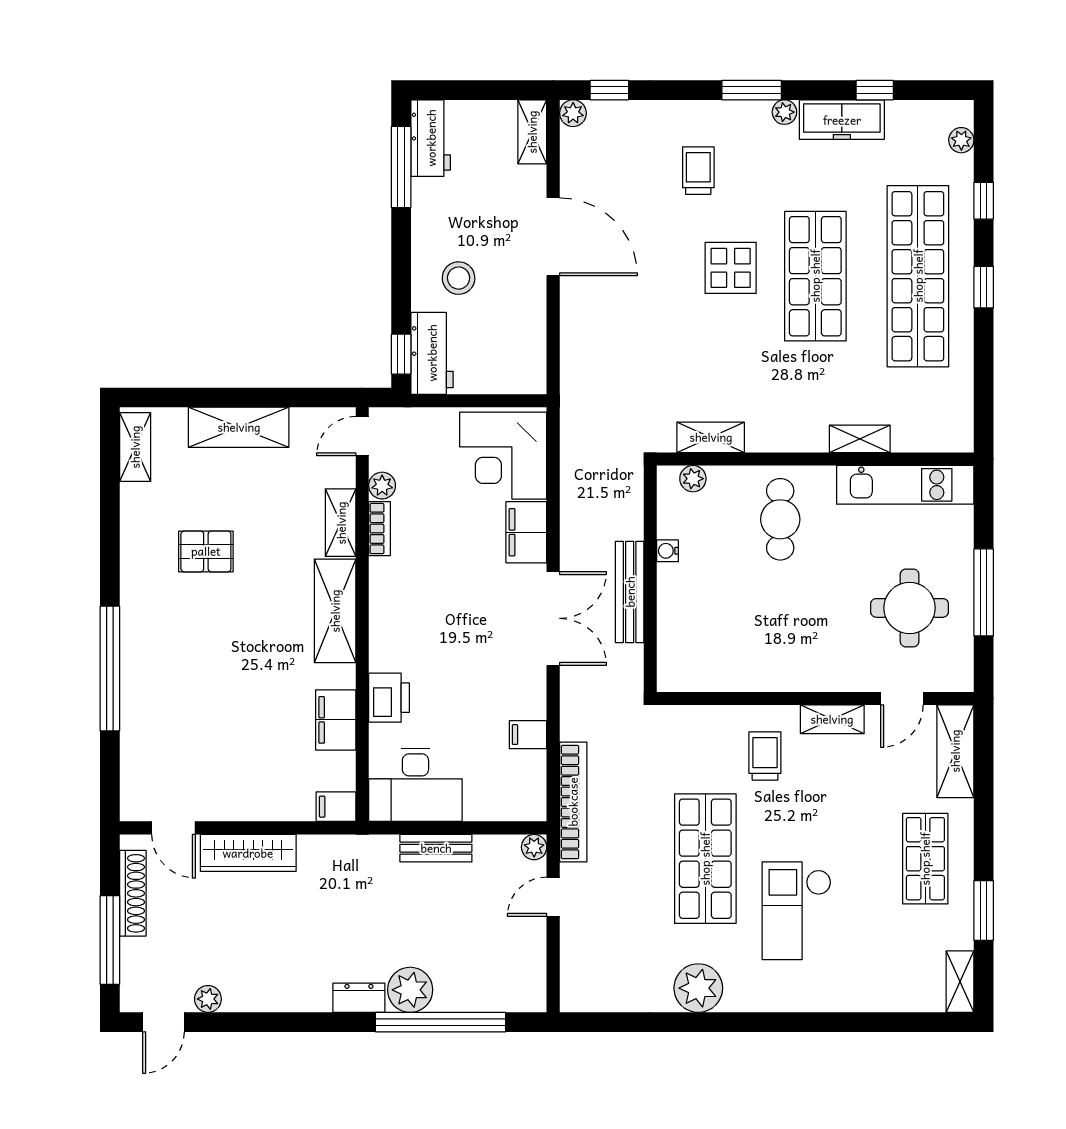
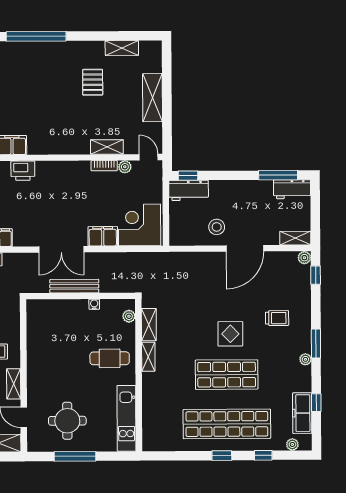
freezer: (842, 120) -> (302, 413), moved
stool: (459, 278) -> (217, 227), moved
shelving: (860, 439) -> (148, 357), moved
shelving: (135, 447) -> (122, 48), moved
shelving: (335, 611) -> (64, 144), removed

